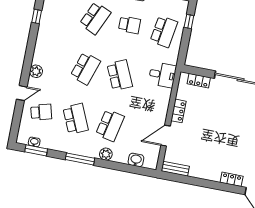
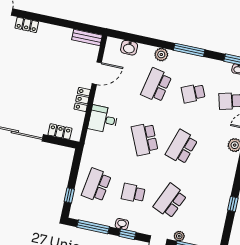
desk: (162, 75) -> (103, 119), moved
school desk: (76, 119) -> (193, 93), width x0.54

